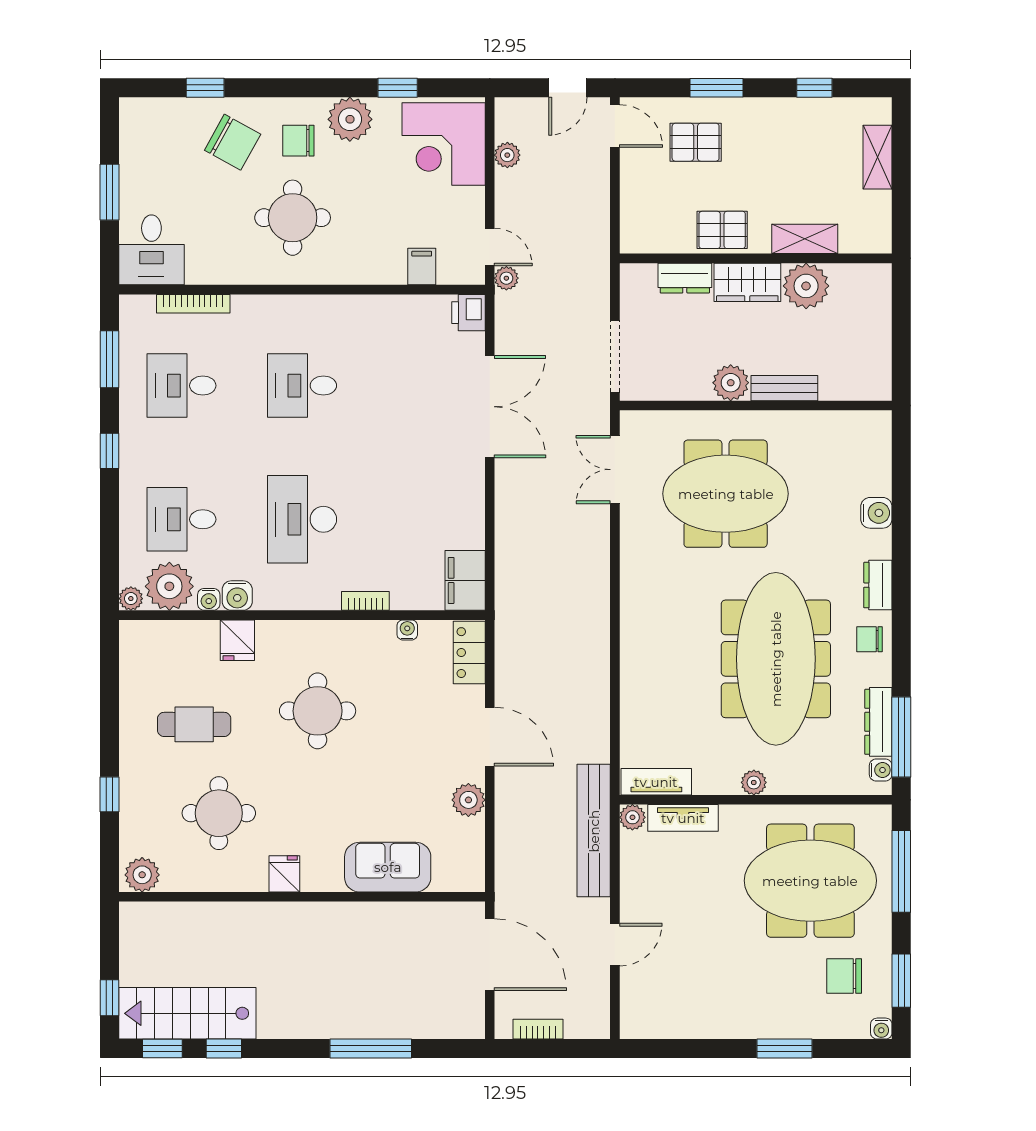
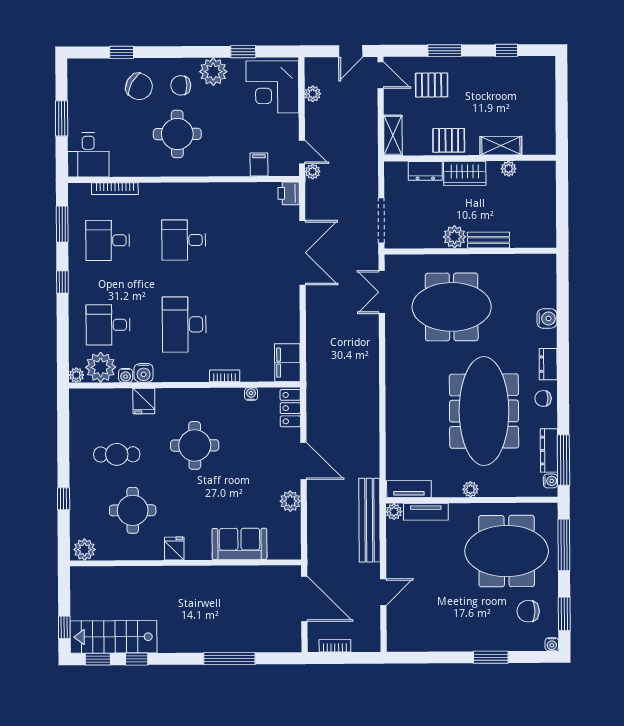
shelving: (877, 157) -> (393, 135), moved
plant: (806, 286) -> (509, 169), width x0.53, depth x0.53

